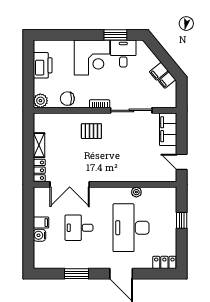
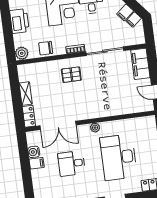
plant: (136, 192) -> (95, 128), moved
water cooler: (39, 235) -> (34, 152), moved

